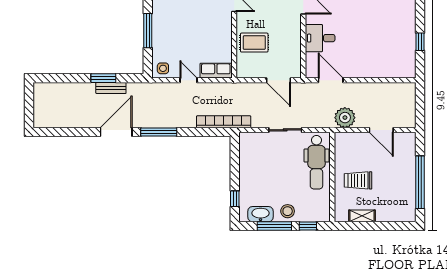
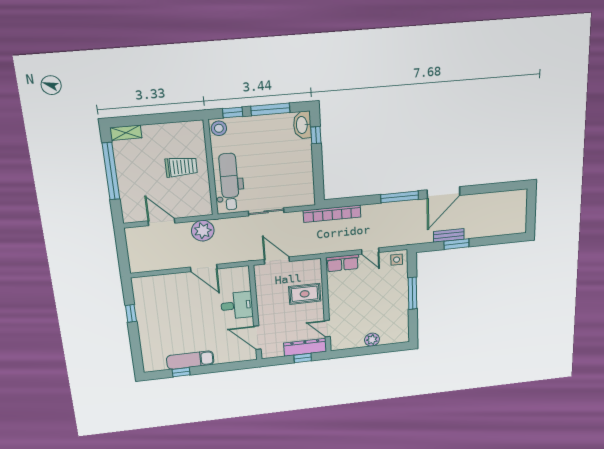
door: (331, 80) -> (204, 268), moved
stool: (288, 211) -> (219, 128), moved
washbasin: (261, 214) -> (302, 125), moved, turned 90
shelving: (362, 216) -> (126, 133), moved

